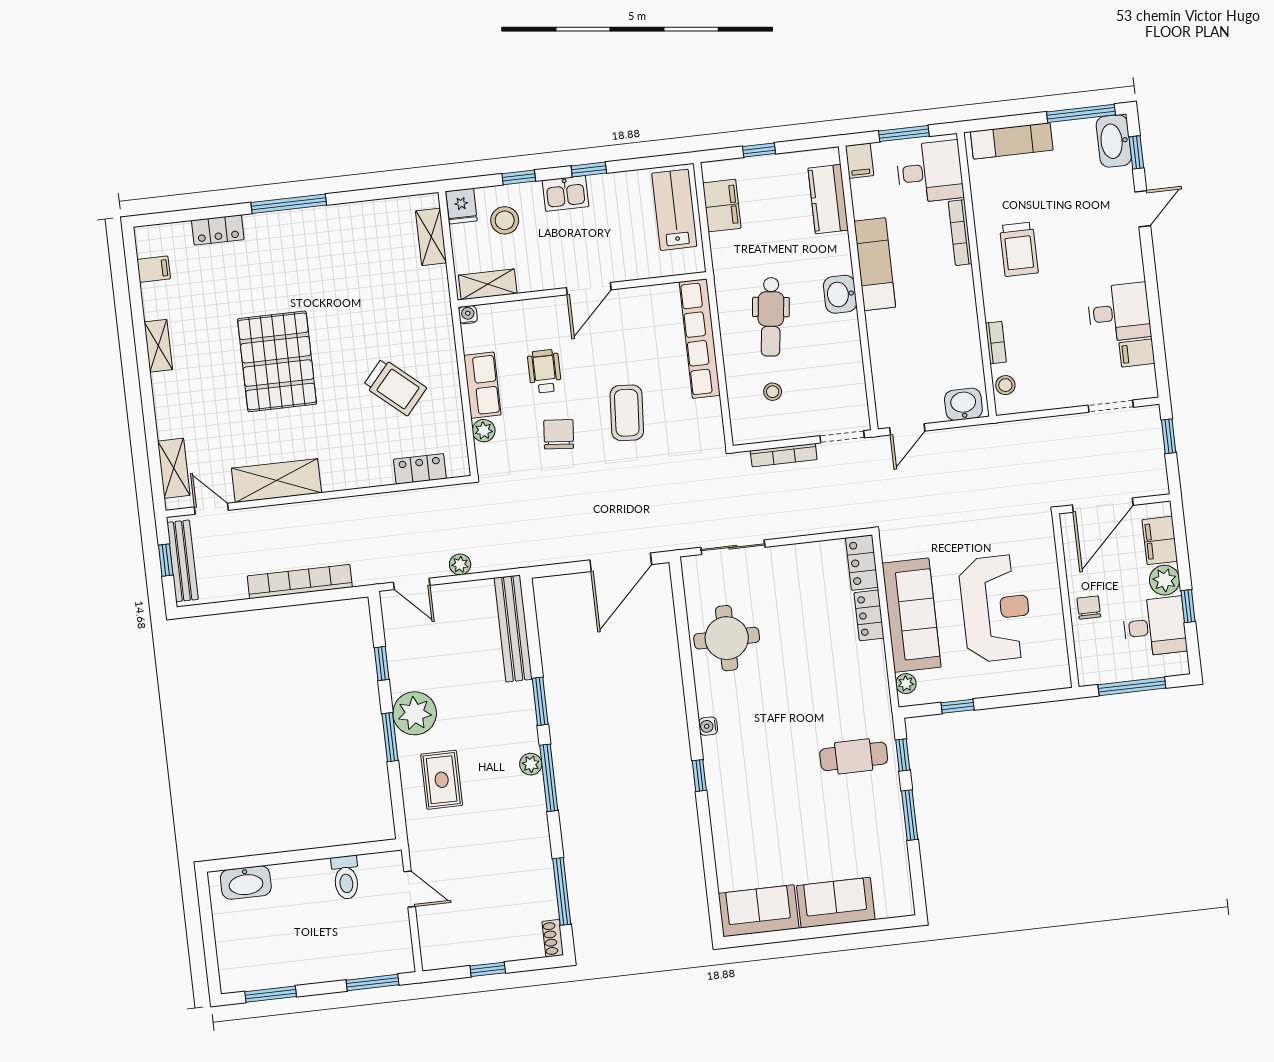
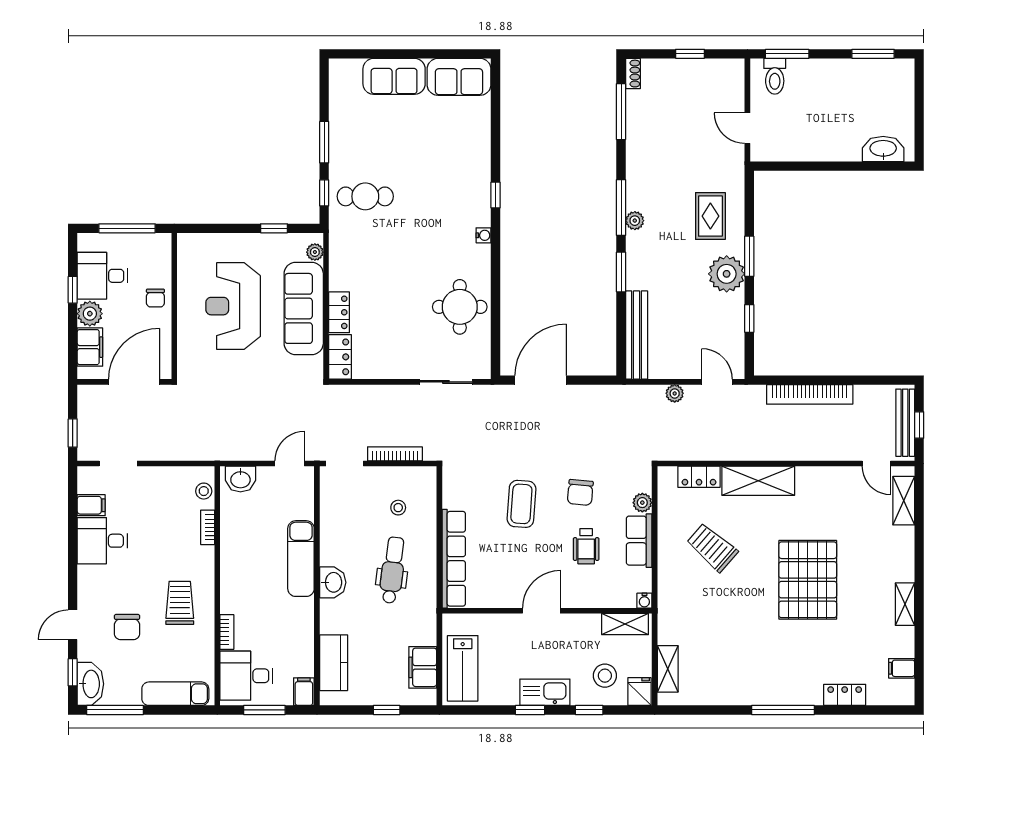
kitchen sink: (566, 193) -> (545, 692), width x1.38
chair: (1078, 213) -> (127, 627), added
bookcase: (960, 233) -> (227, 632), width x0.64
exam couch: (875, 264) -> (301, 559), moved
shelving: (276, 481) -> (758, 481), moved
toilet: (346, 877) -> (775, 76), moved, turned 180

